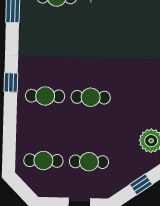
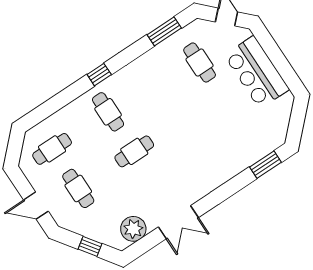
cafe table: (91, 97) -> (134, 151), turned 90
cafe table: (43, 161) -> (52, 149), turned 90

